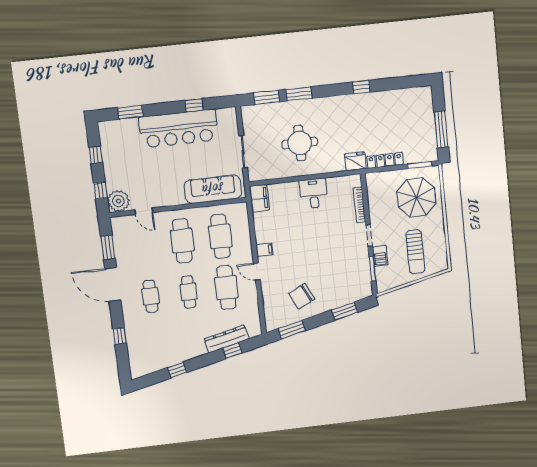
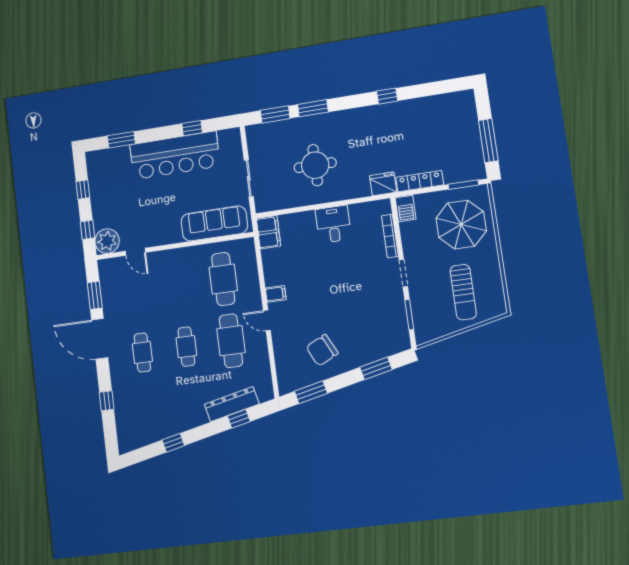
cafe table: (182, 241) -> (179, 285), removed
barbecue: (380, 256) -> (406, 209), moved

